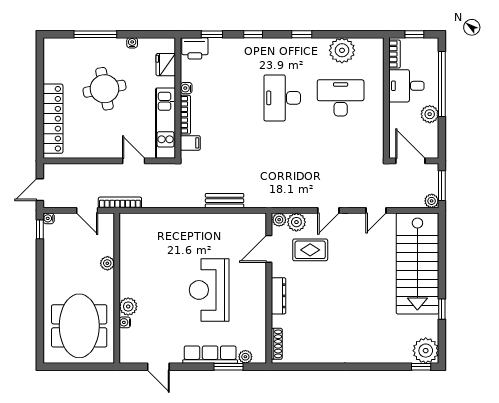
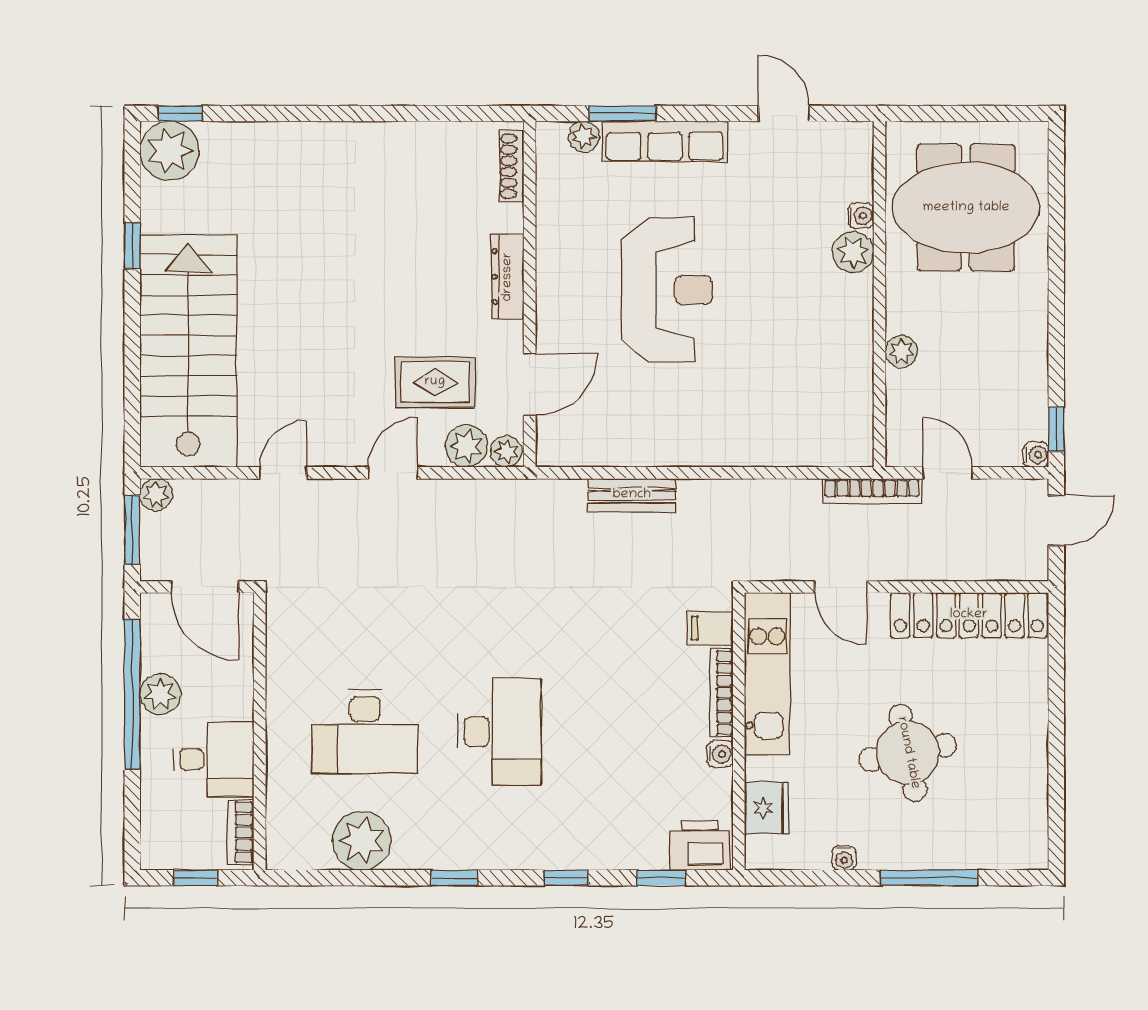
window: (442, 84) -> (132, 694), moved
locker: (53, 119) -> (969, 615), moved, turned -90
meeting table: (79, 326) -> (966, 208), turned 90

